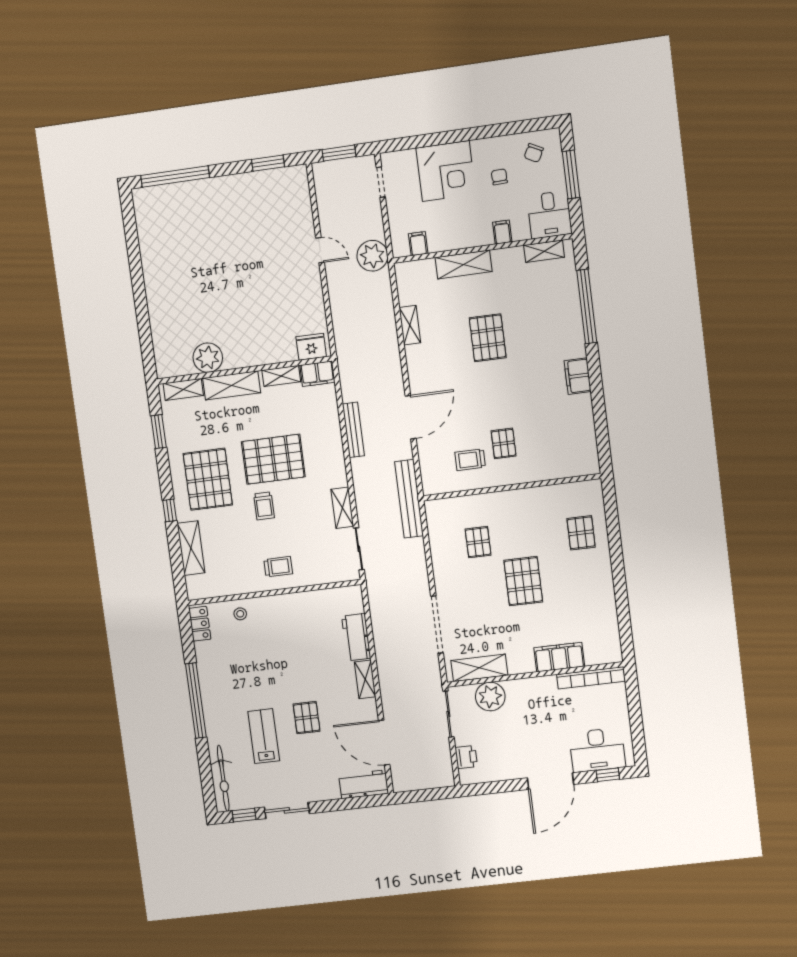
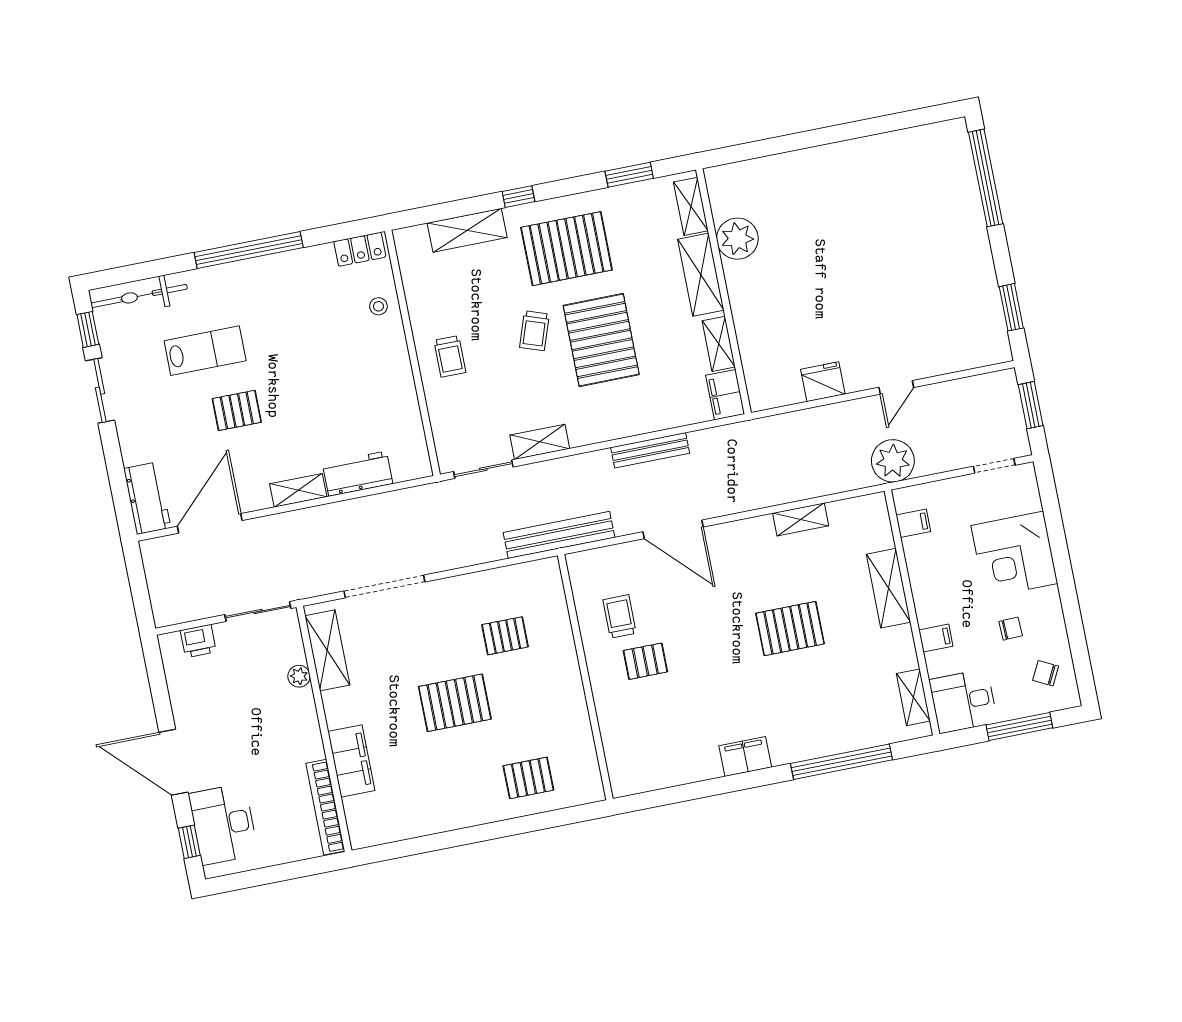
fridge: (311, 347) -> (823, 382), moved, turned -90
trolley: (264, 506) -> (534, 331), turned -71
plant: (490, 697) -> (299, 676), width x0.53, depth x0.53

